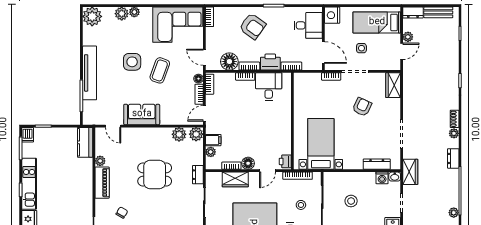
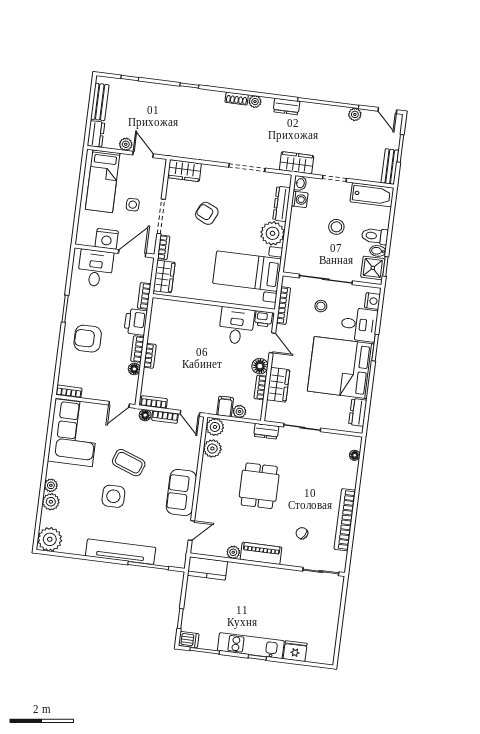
nightstand: (332, 15) -> (107, 239), moved
armchair: (253, 26) -> (88, 339), turned -126
floor lamp: (229, 62) -> (134, 369), width x0.53, depth x0.53
wardrobe: (308, 80) -> (164, 277), added
desk: (269, 87) -> (236, 326), moved, turned 90
plant: (353, 160) -> (273, 233), added
stool: (351, 201) -> (336, 227), moved

